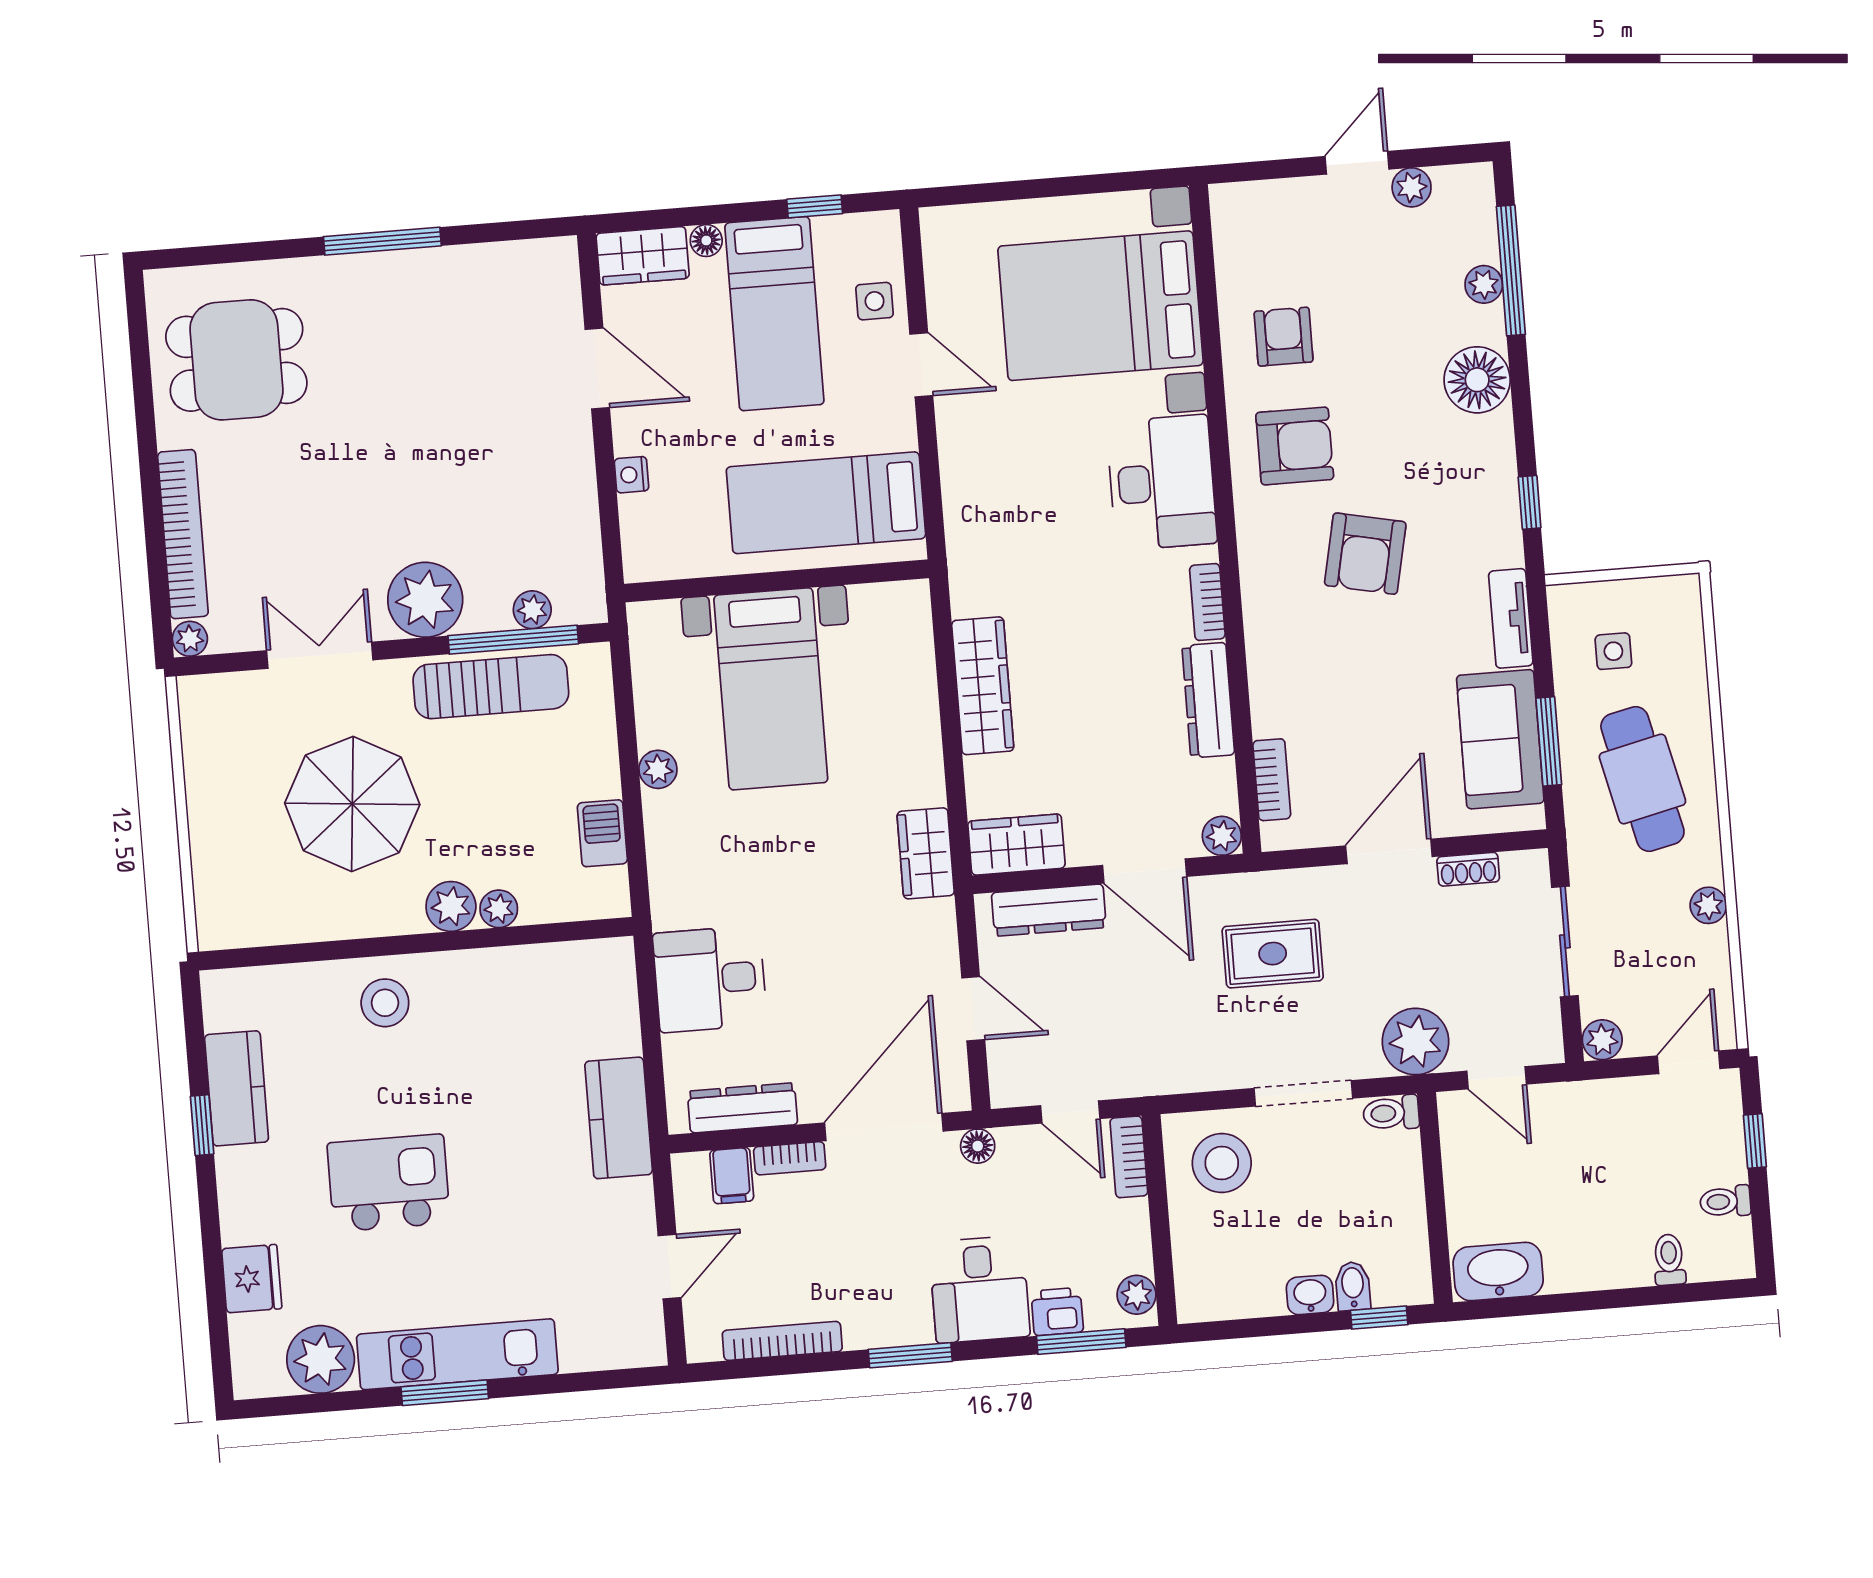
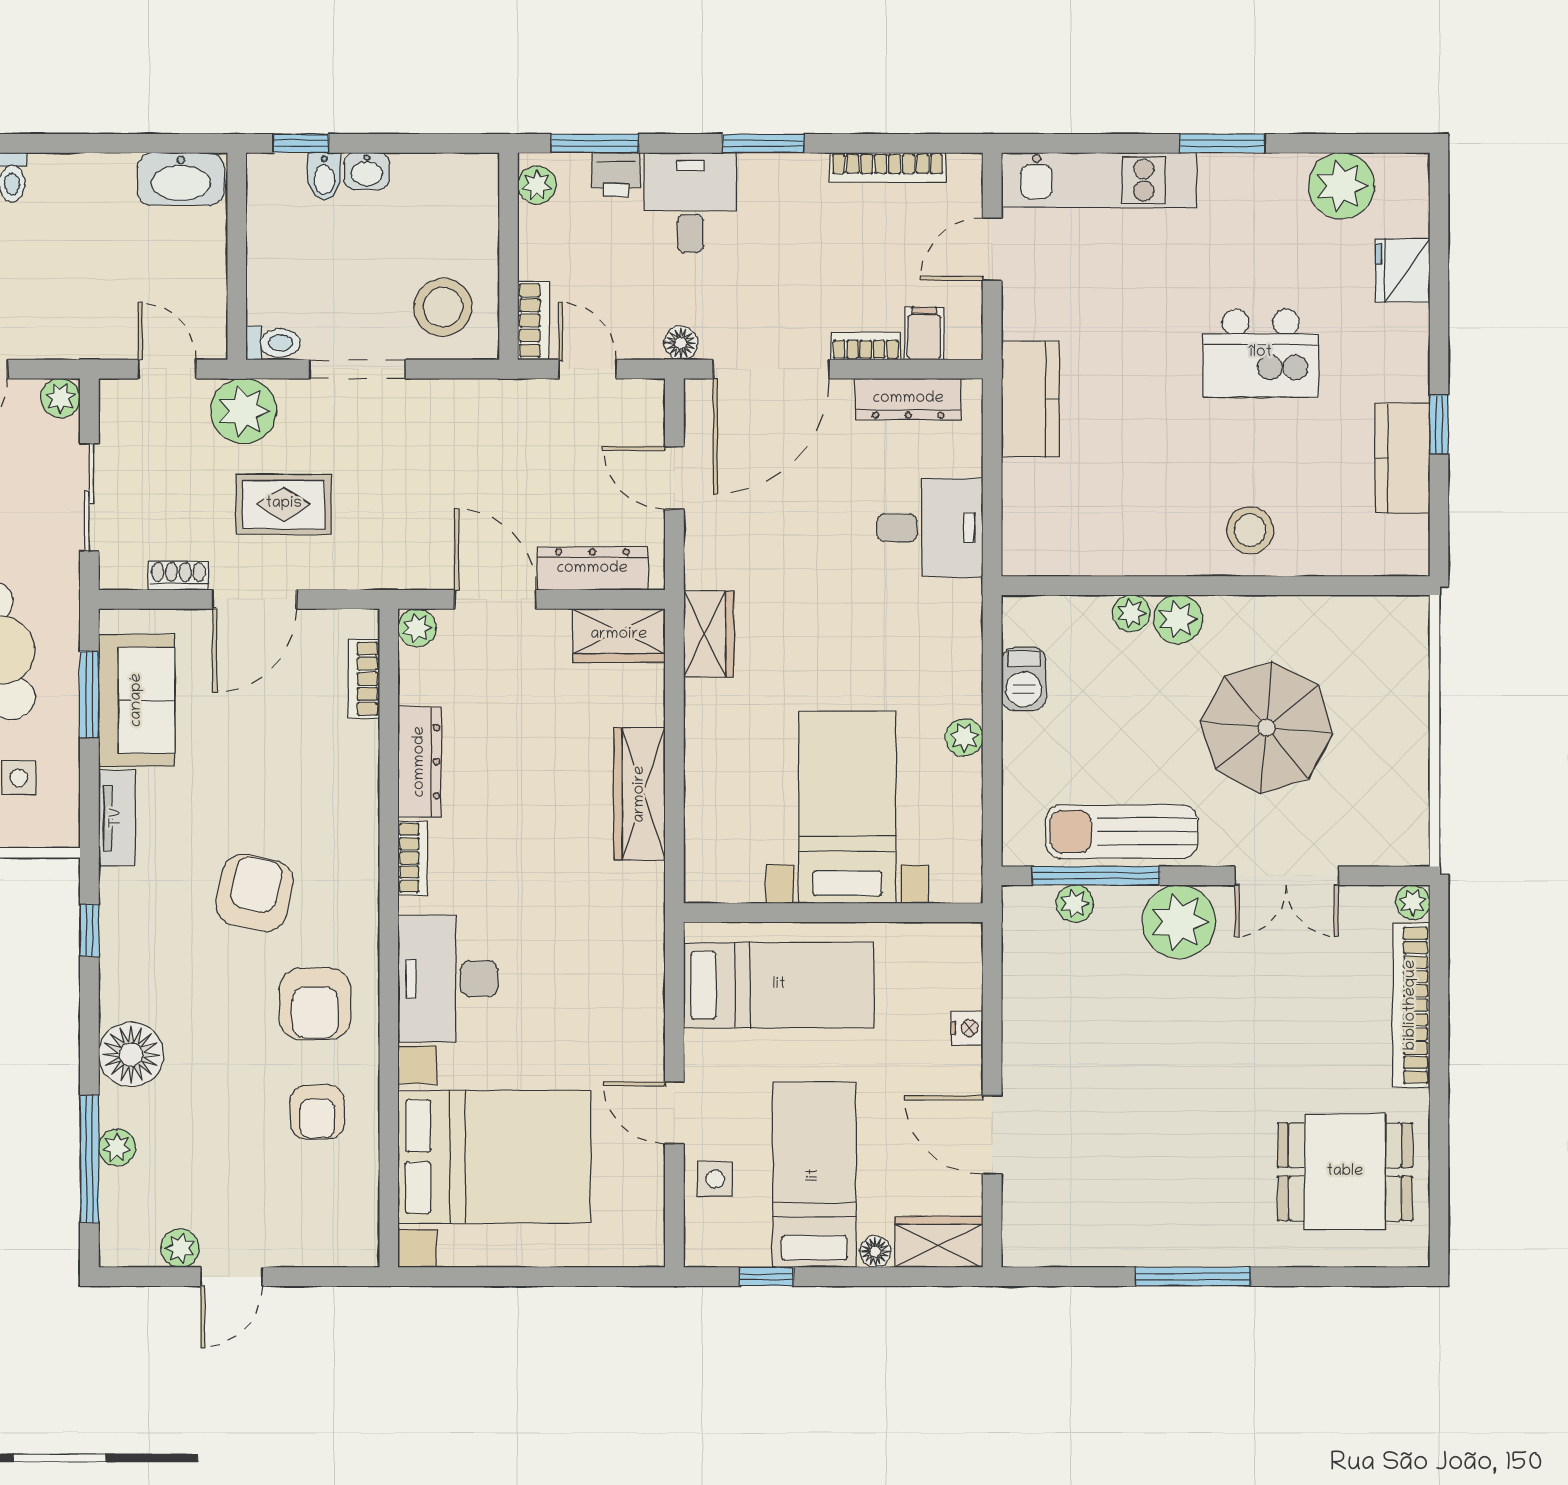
armchair: (1295, 446) -> (315, 1004), turned -90
rug: (1273, 954) -> (284, 504), moved
kitchen unit: (457, 1354) -> (1099, 180), moved

